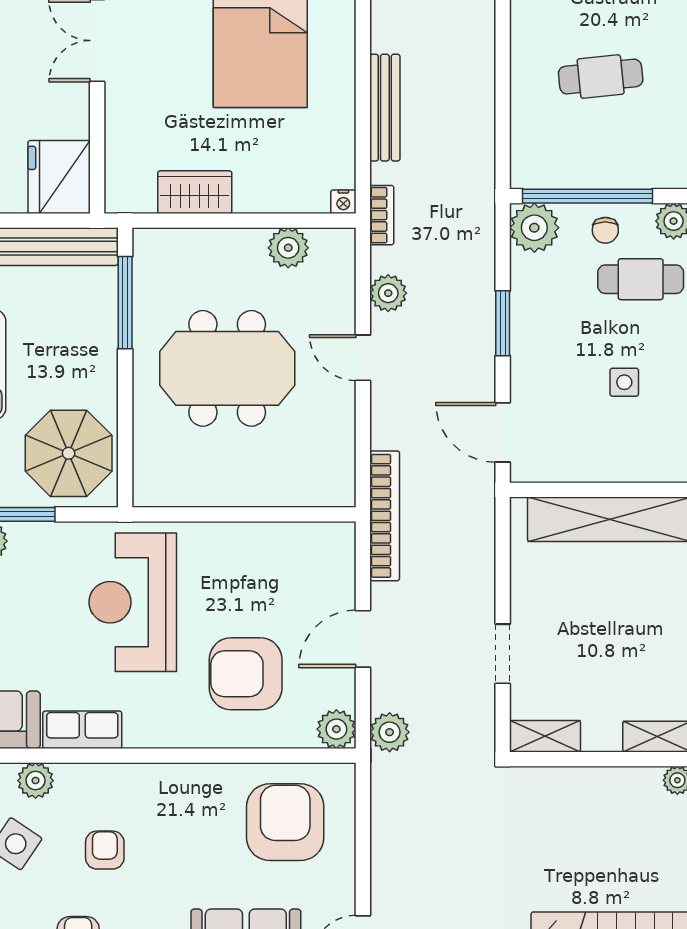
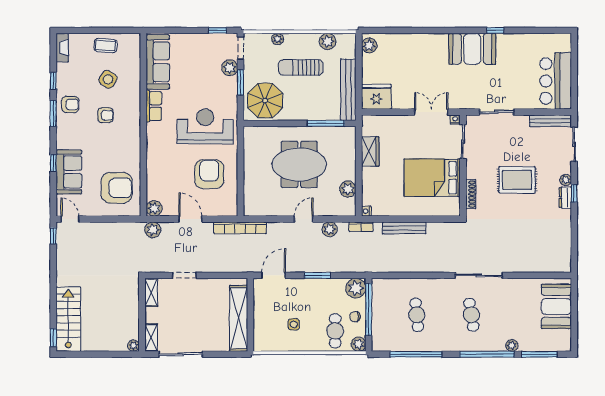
meeting table: (227, 368) -> (299, 164), turned 90
armchair: (246, 674) -> (209, 174), moved
plant: (36, 781) -> (133, 87), removed

